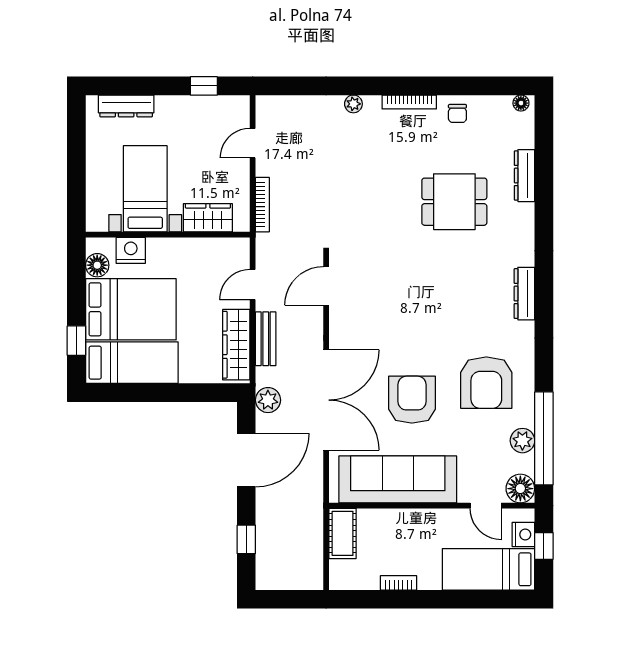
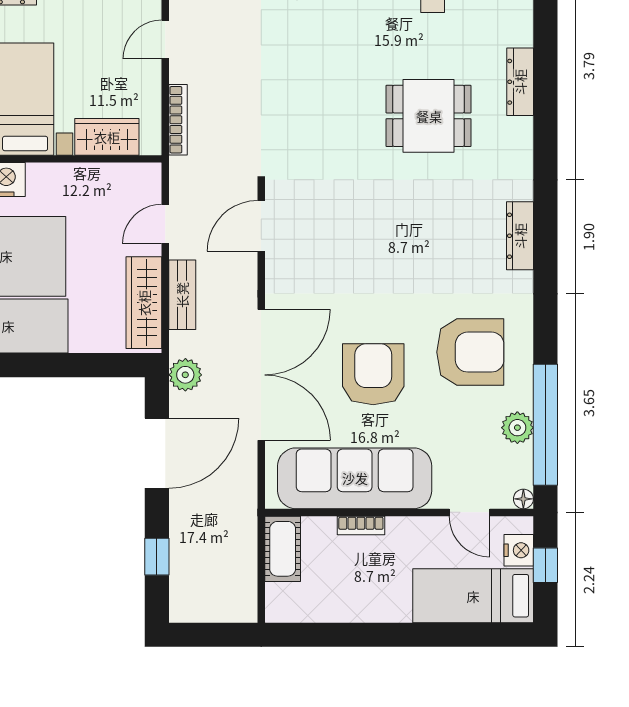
armchair: (486, 383) -> (470, 352), turned -90
floor lamp: (520, 489) -> (523, 499), width x0.53, depth x0.53
bookcase: (399, 583) -> (361, 526), moved, turned 180

